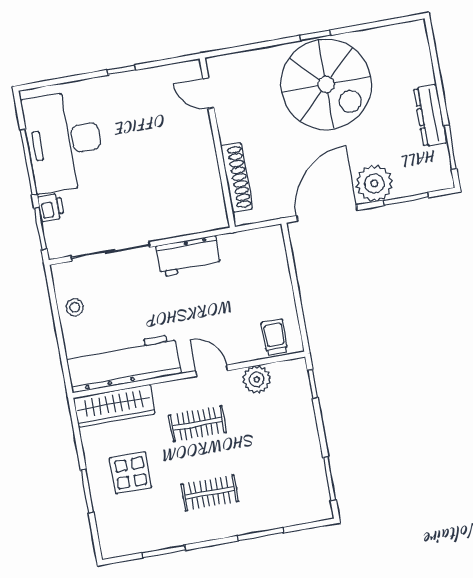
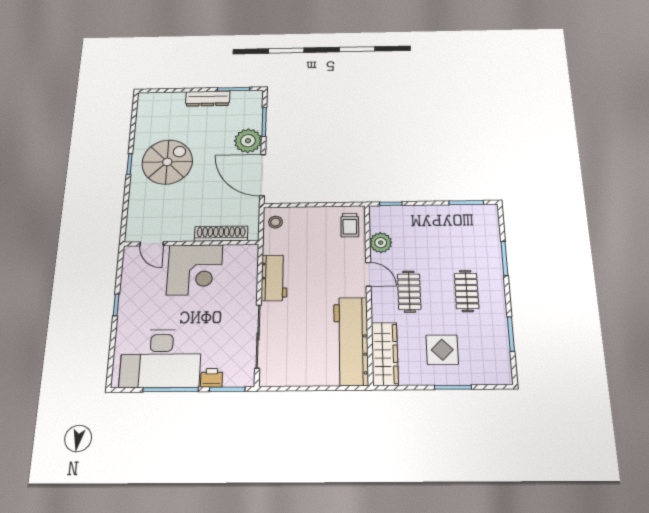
spiral stairs: (326, 84) -> (167, 162), width x0.73, depth x0.73
door: (208, 93) -> (152, 244), hinge flipped
corner desk: (183, 156) -> (195, 270), added
stool: (75, 307) -> (275, 222), moved
trolley: (275, 337) -> (350, 225), turned -90
door: (212, 371) -> (368, 274), swing flipped

